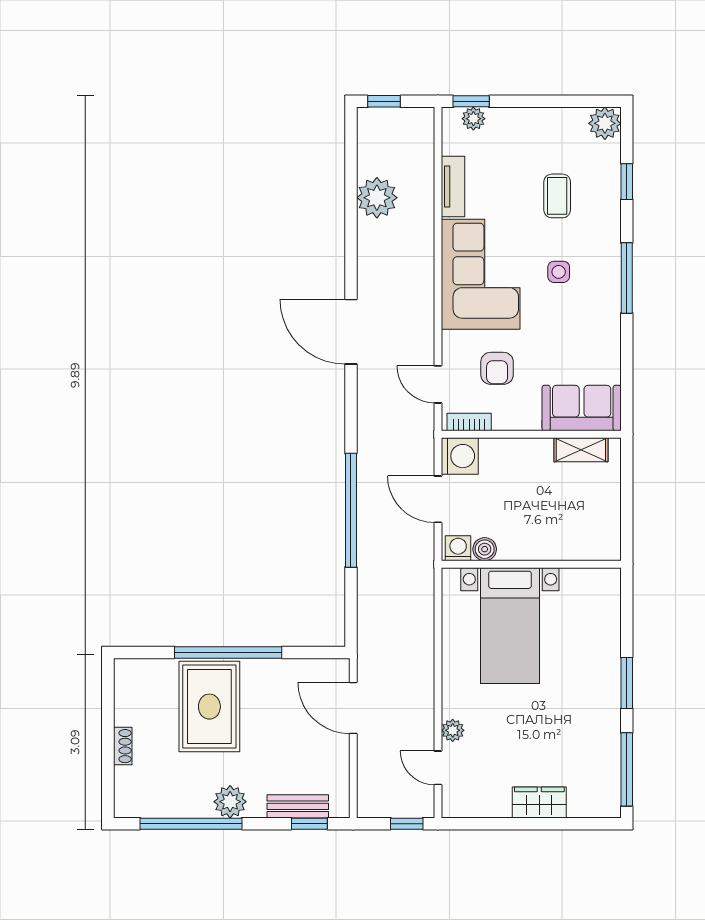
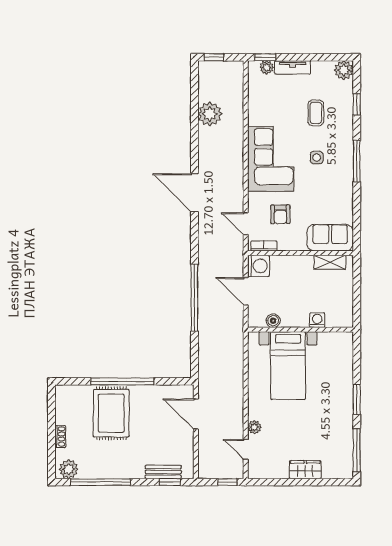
tv unit: (453, 187) -> (293, 67), moved, turned 90
washing machine: (458, 548) -> (317, 320), moved
plant: (230, 802) -> (69, 469), moved

